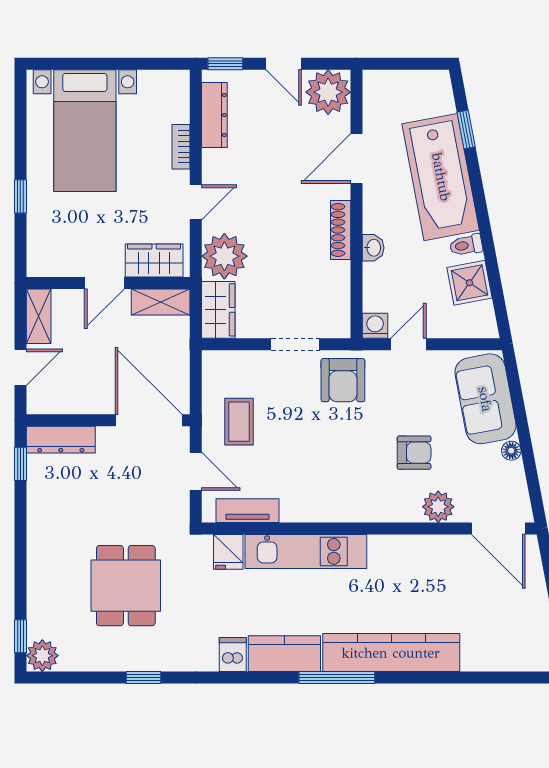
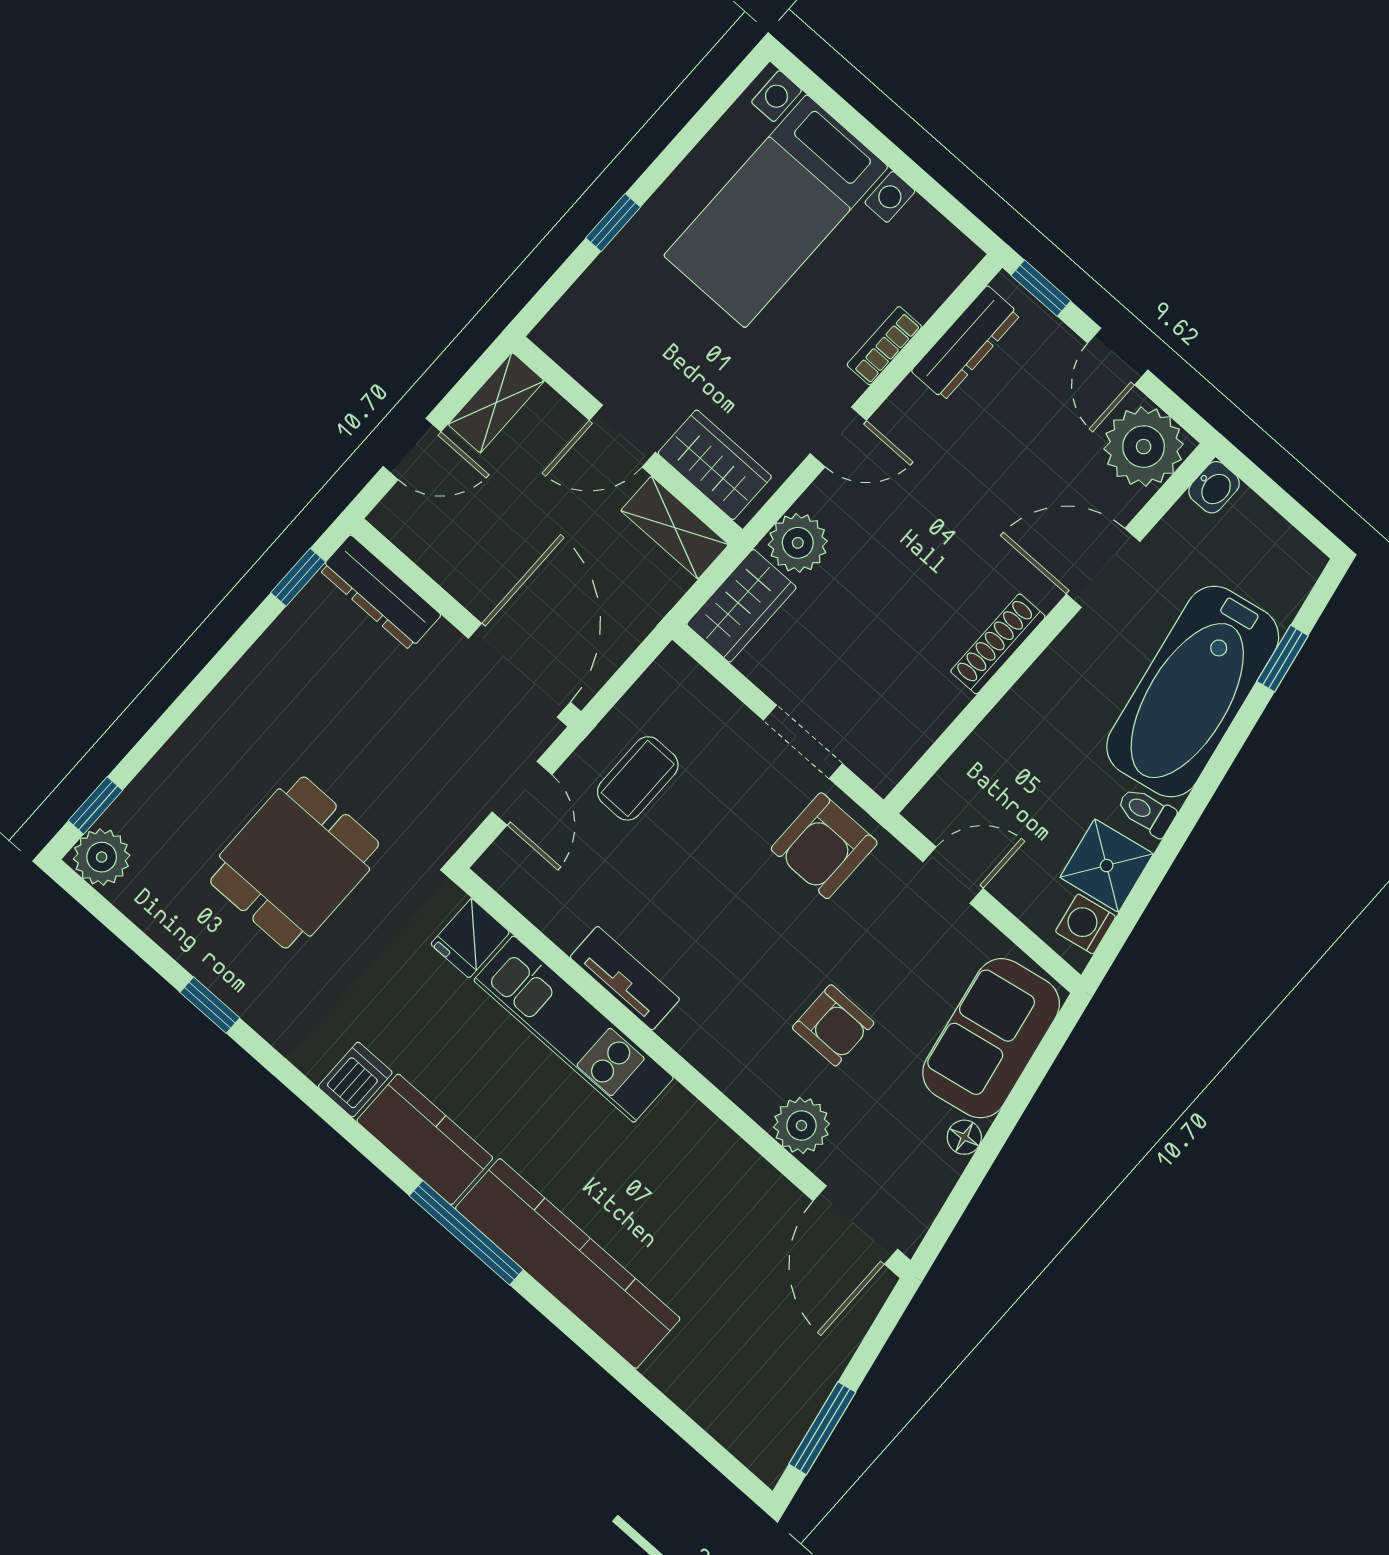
washbasin: (373, 248) -> (1214, 487), moved
plant: (224, 256) -> (798, 543), width x0.73, depth x0.73
washing machine: (375, 326) -> (1086, 924), moved, turned -101
tv unit: (248, 511) -> (625, 978), moved

